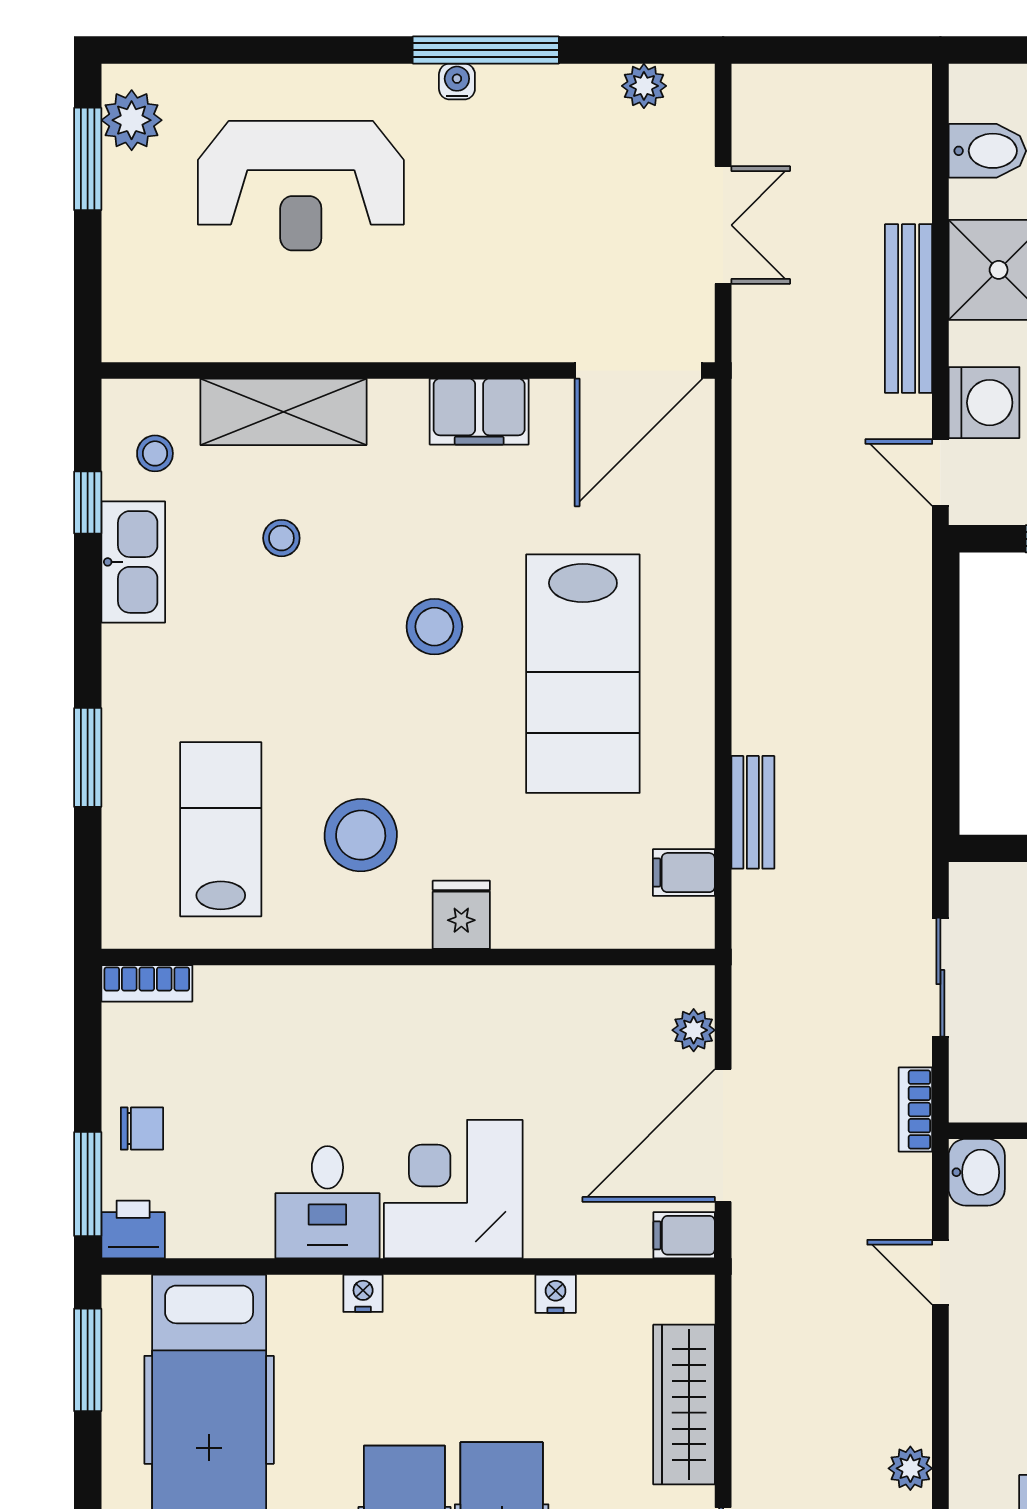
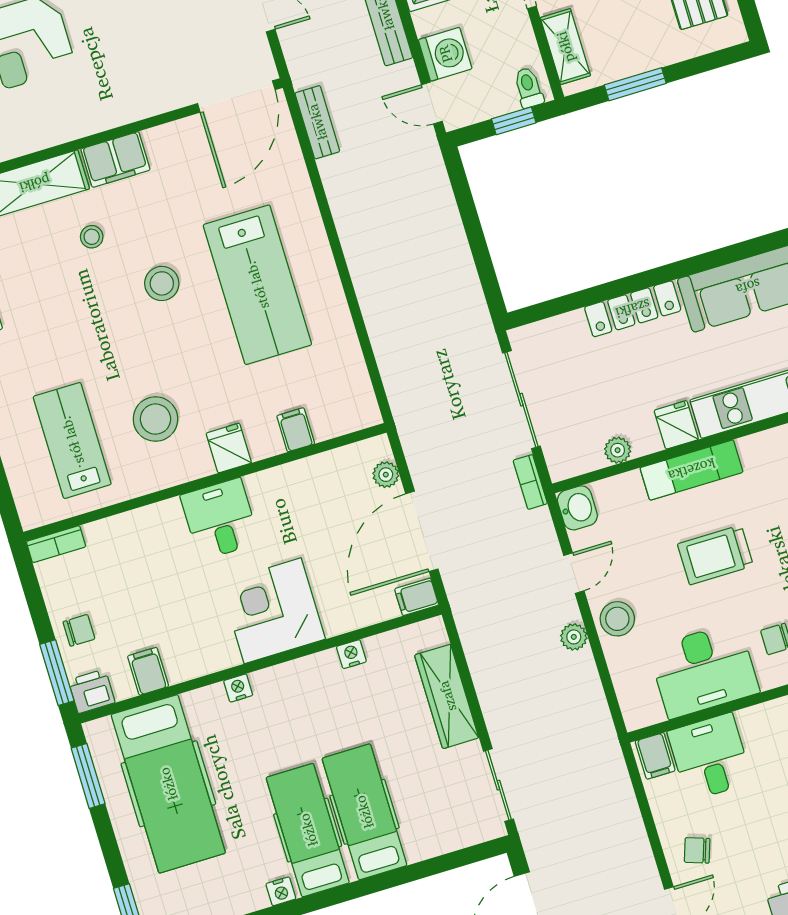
filing cabinet: (479, 412) -> (115, 160), moved
stool: (281, 538) -> (92, 237), moved
bench: (753, 812) -> (317, 122), moved
filing cabinet: (684, 873) -> (296, 430), moved, turned 90
sliding door: (940, 977) -> (521, 400), width x1.37
desk: (327, 1202) -> (220, 519), moved, turned 180
filing cabinet: (230, 1225) -> (148, 671), added
door: (940, 1272) -> (574, 573), swing flipped
stool: (987, 1364) -> (617, 619), added
plant: (910, 1468) -> (574, 637), moved

